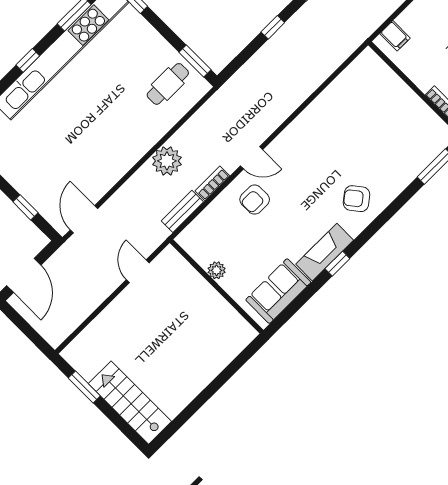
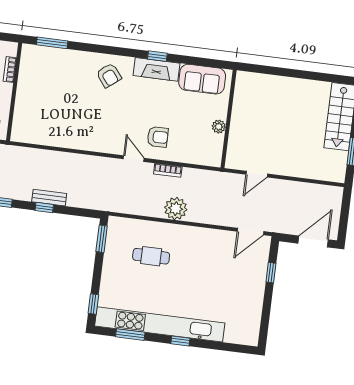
cafe table: (168, 84) -> (151, 256), moved
bench: (182, 211) -> (49, 198), moved

